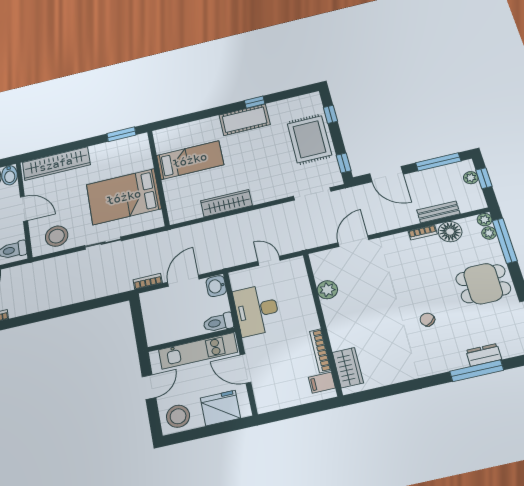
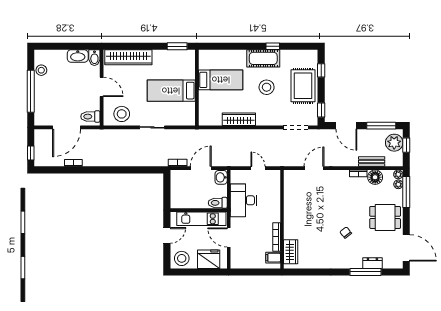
stool: (257, 153) -> (267, 87), added
plant: (471, 178) -> (394, 143), width x1.87, depth x1.87
bed: (124, 197) -> (171, 91), width x0.67
plant: (327, 290) -> (290, 198), removed

